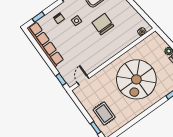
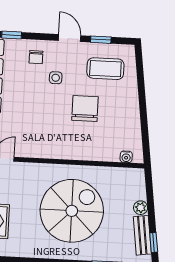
spiral stairs: (136, 79) -> (72, 211), turned 180

